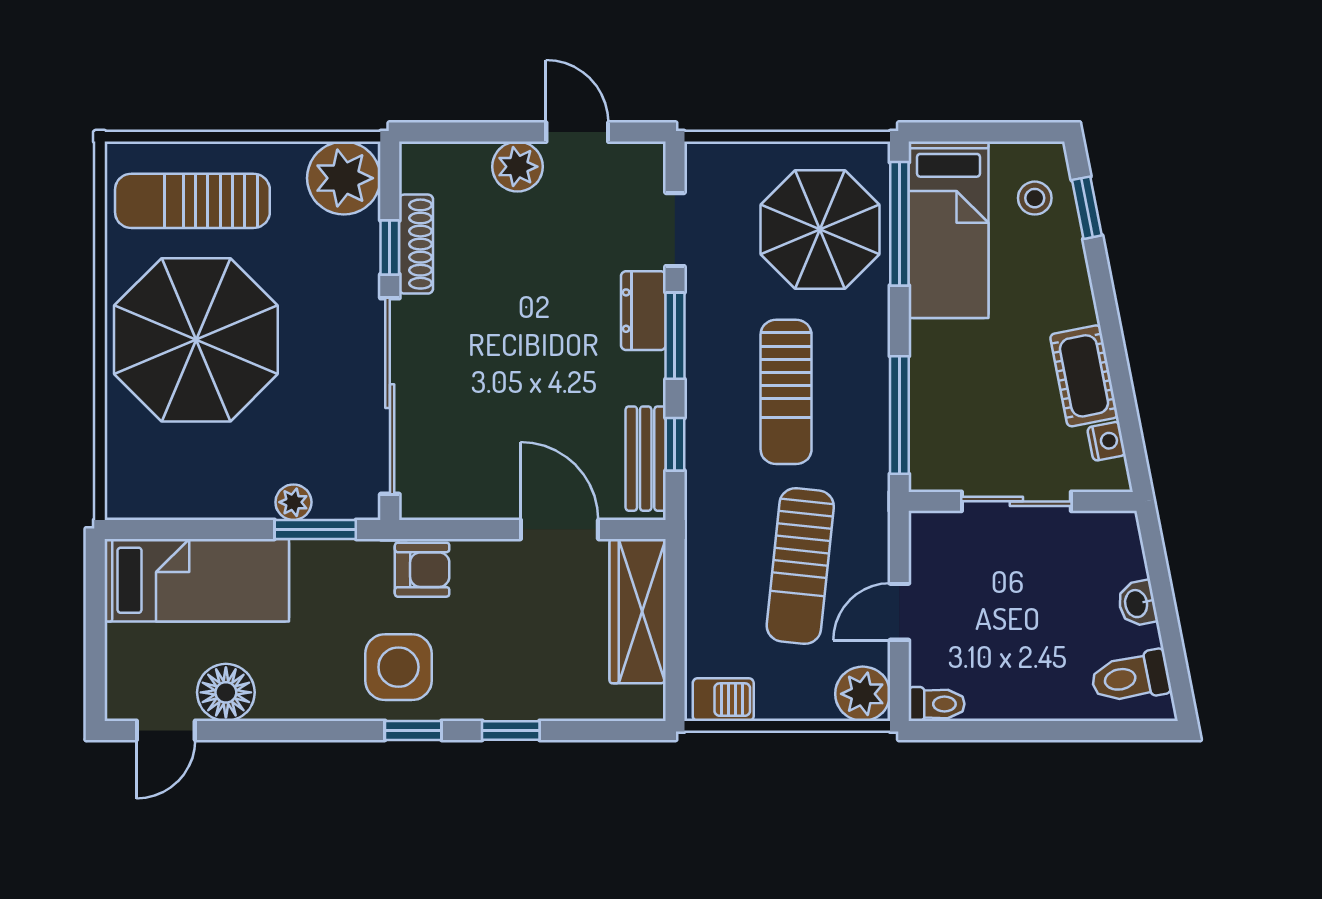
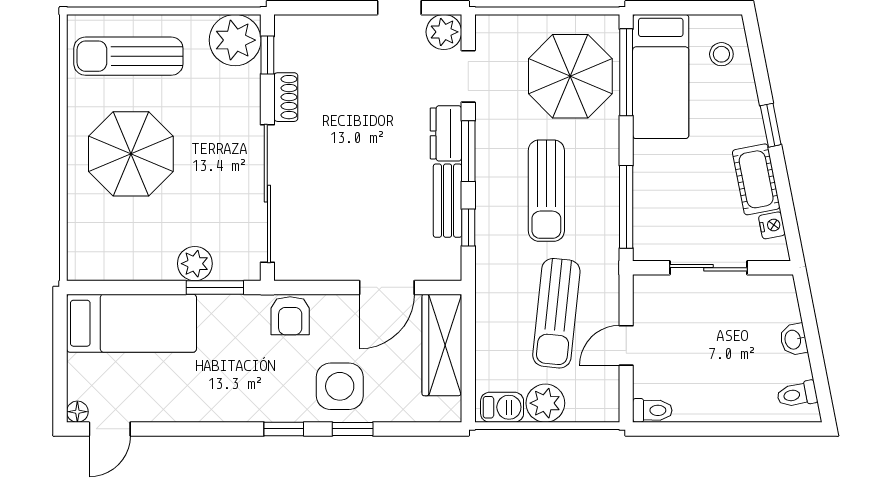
plant: (517, 167) -> (444, 32), moved
window: (1087, 208) -> (771, 125), moved
shoe rack: (416, 244) -> (286, 97), width x0.70
window: (390, 247) -> (267, 55), moved
parasol: (196, 340) -> (131, 154), width x0.73, depth x0.73
bench: (646, 459) -> (448, 201), moved
plant: (293, 502) -> (195, 264), width x1.38, depth x1.38
door: (559, 529) -> (387, 287), swing flipped
armchair: (422, 570) -> (290, 316), turned 90
side table: (398, 667) -> (340, 386), moved
toilet: (1131, 677) -> (797, 394), width x0.73, depth x0.72
floor lamp: (226, 692) -> (77, 412), moved, width x0.53, depth x0.53
plant: (863, 694) -> (545, 403), moved

